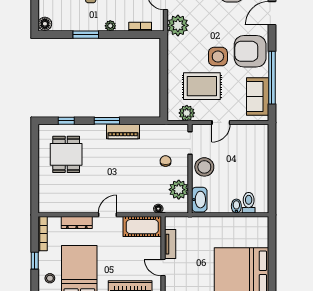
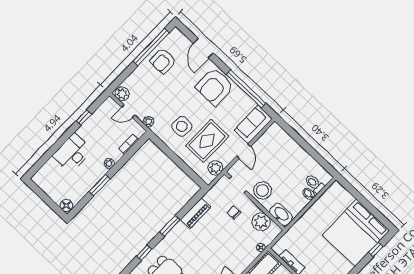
plant: (178, 25) -> (149, 122), width x0.53, depth x0.53
side table: (218, 57) -> (182, 126), moved
sofa: (258, 96) -> (253, 124), moved, turned 90
piano: (123, 131) -> (196, 213), moved

